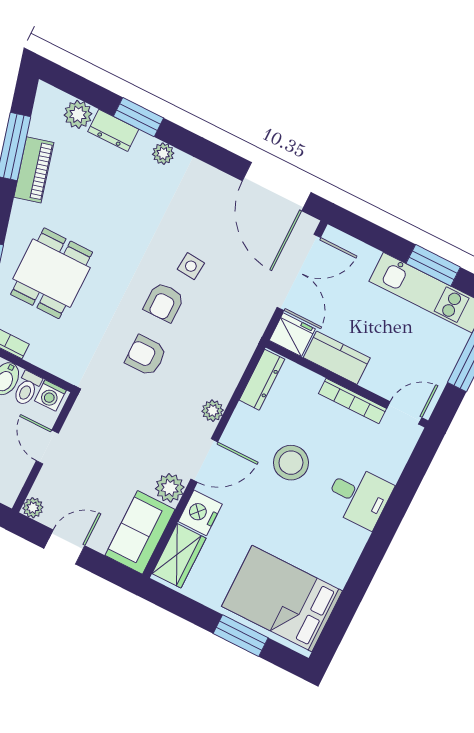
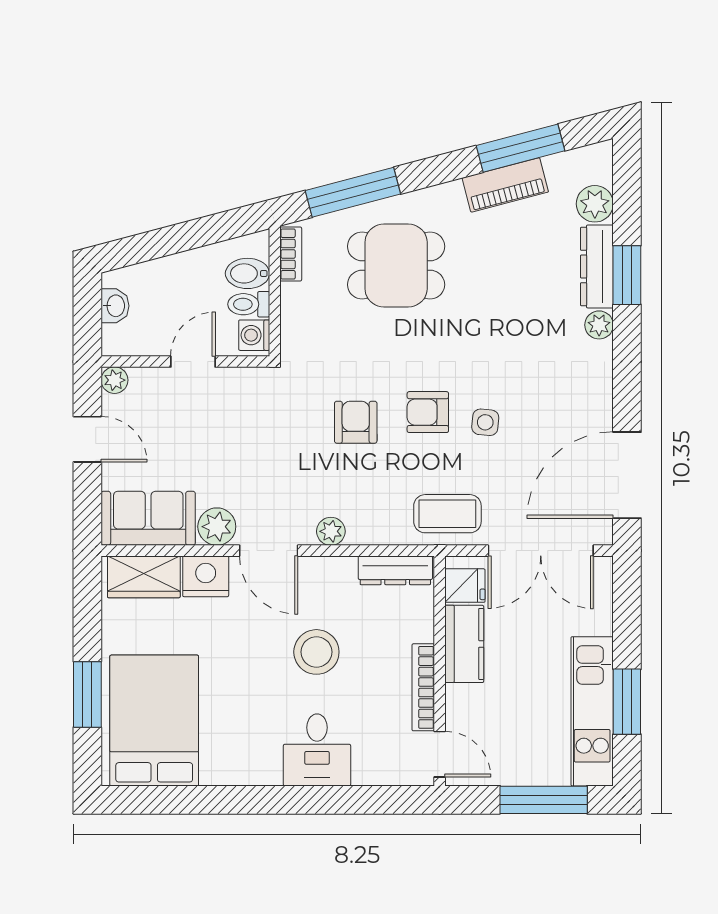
dresser: (113, 130) -> (597, 266), width x1.44
coffee table: (241, 324) -> (447, 514), added
fridge: (292, 335) -> (465, 586), width x0.72

